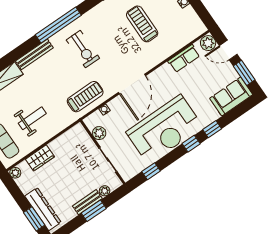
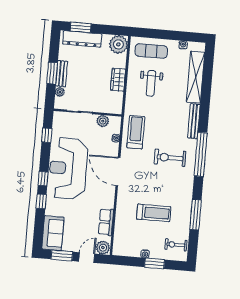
treadmill: (85, 97) -> (136, 132), turned 180
wardrobe: (40, 158) -> (118, 80), moved
plant: (15, 173) -> (118, 44), width x1.87, depth x1.87

